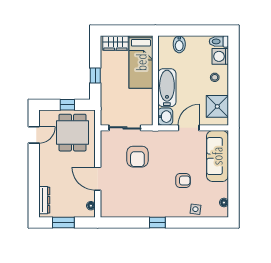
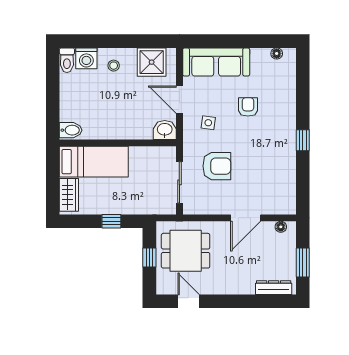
bidet: (179, 44) -> (71, 130), moved
bathtub: (167, 88) -> (127, 128), removed
side table: (195, 209) -> (208, 123), moved

